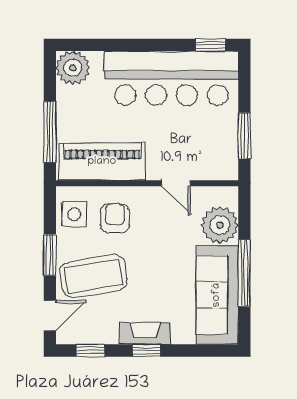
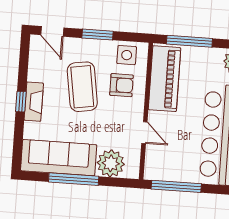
window: (244, 136) -> (176, 186), width x1.44
door: (176, 183) -> (144, 133), swing flipped
coffee table: (94, 276) -> (82, 87), moved
window: (91, 350) -> (24, 60), removed

